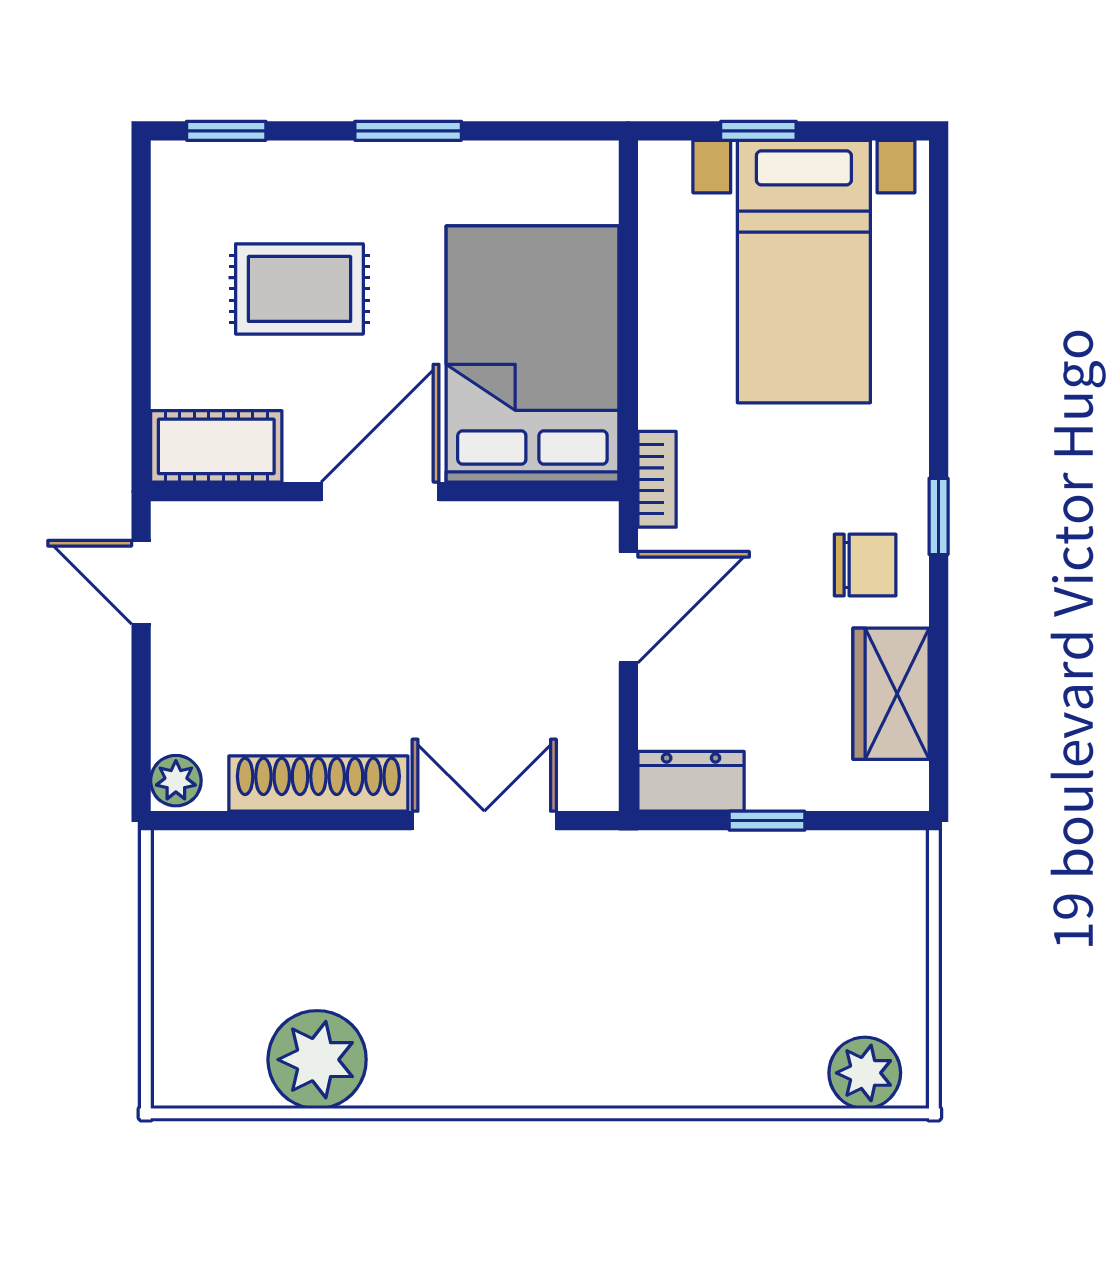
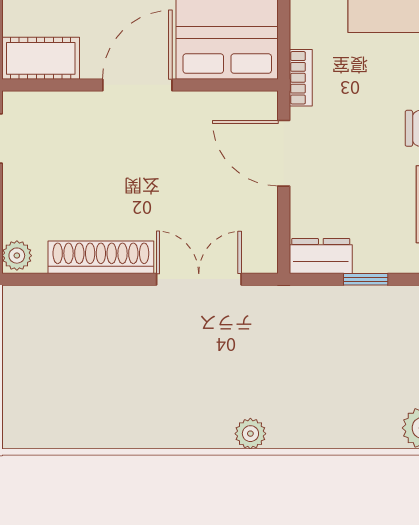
door: (628, 607) -> (284, 153), swing flipped
plant: (317, 1060) -> (250, 434), moved, width x0.53, depth x0.53

